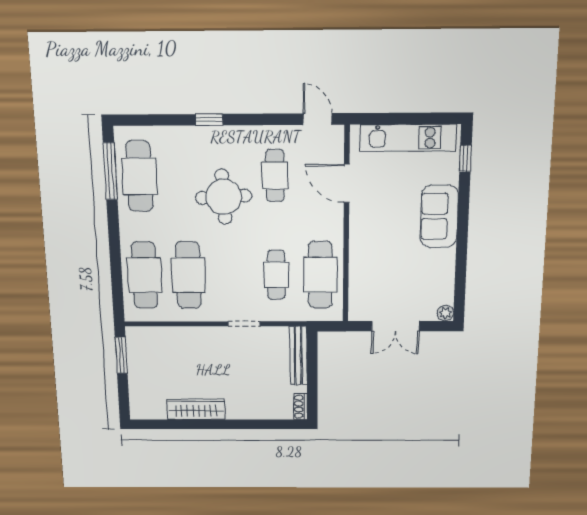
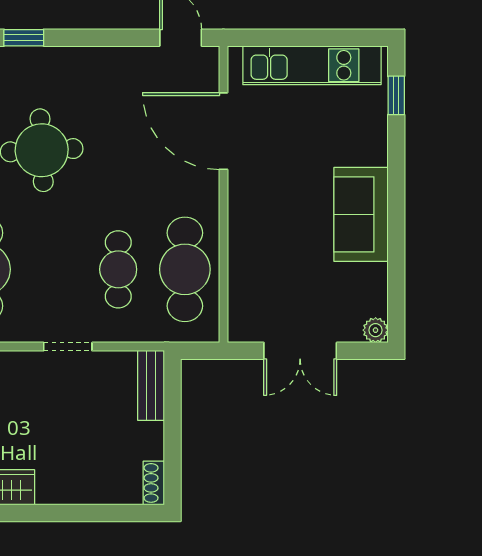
cafe table: (275, 176) -> (118, 119), removed
door: (347, 183) -> (223, 131), width x1.36
sofa: (439, 216) -> (361, 214), moved
bench: (298, 356) -> (151, 385), width x0.73

